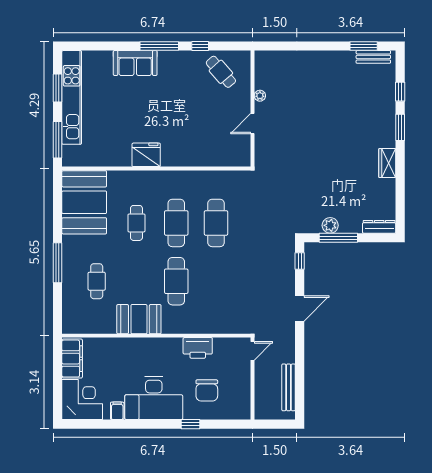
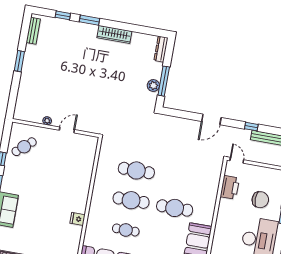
window: (364, 46) -> (19, 61), moved
door: (253, 124) -> (67, 130), swing flipped
fridge: (146, 155) -> (78, 219), width x0.53, depth x0.75
wardrobe: (387, 163) -> (114, 35), width x1.50
window: (300, 261) -> (251, 127), moved
door: (300, 308) -> (211, 119), swing flipped
printer: (198, 348) -> (230, 187), moved

